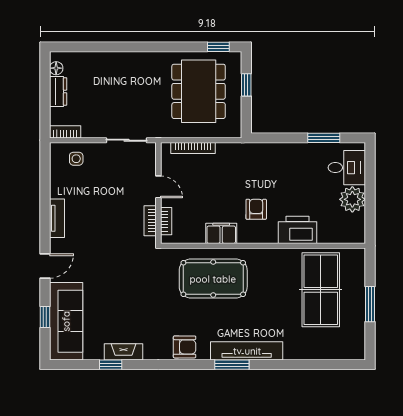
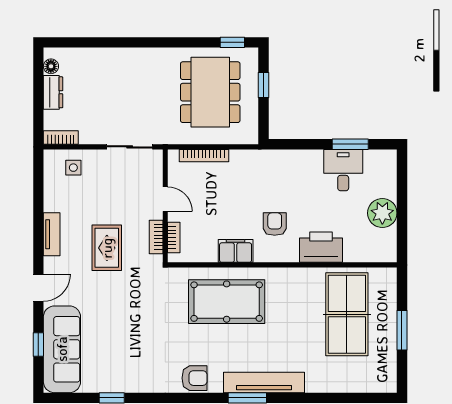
desk: (347, 168) -> (343, 170), moved, turned -90
rug: (106, 230) -> (107, 248), added
fireplace: (124, 352) -> (126, 384), removed

